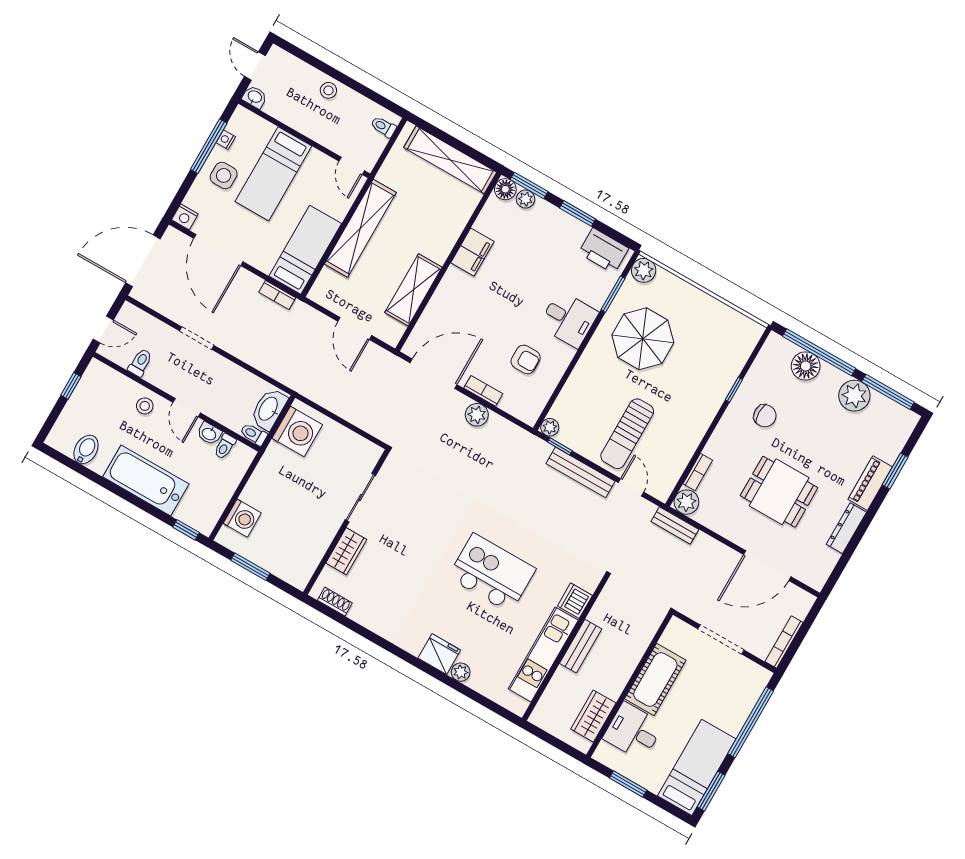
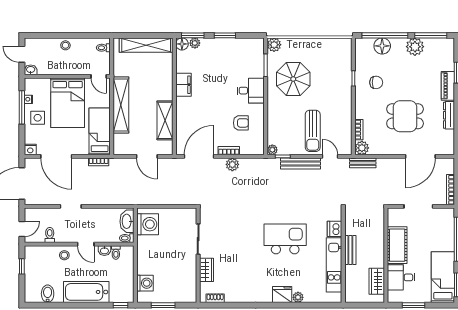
bed: (273, 174) -> (68, 103), width x1.50
printer: (603, 251) -> (248, 46), removed

